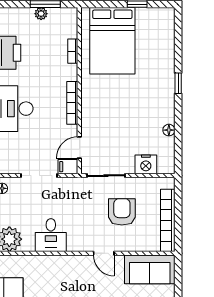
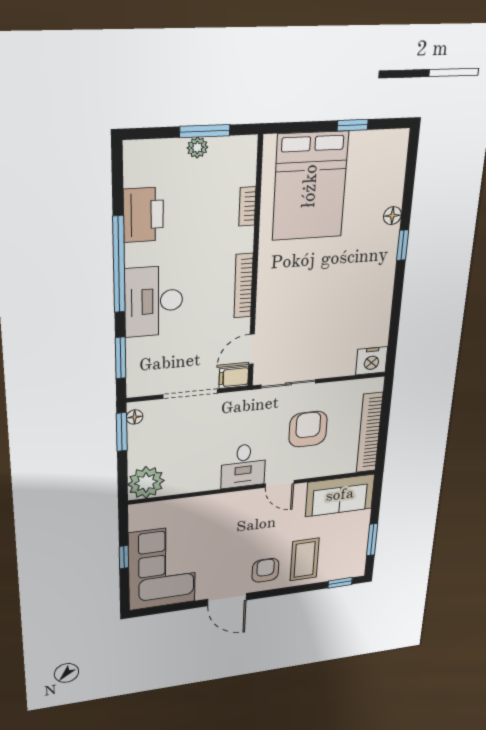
floor lamp: (169, 130) -> (392, 216), moved
nightstand: (146, 164) -> (372, 361), moved
desk: (51, 235) -> (243, 466), moved

